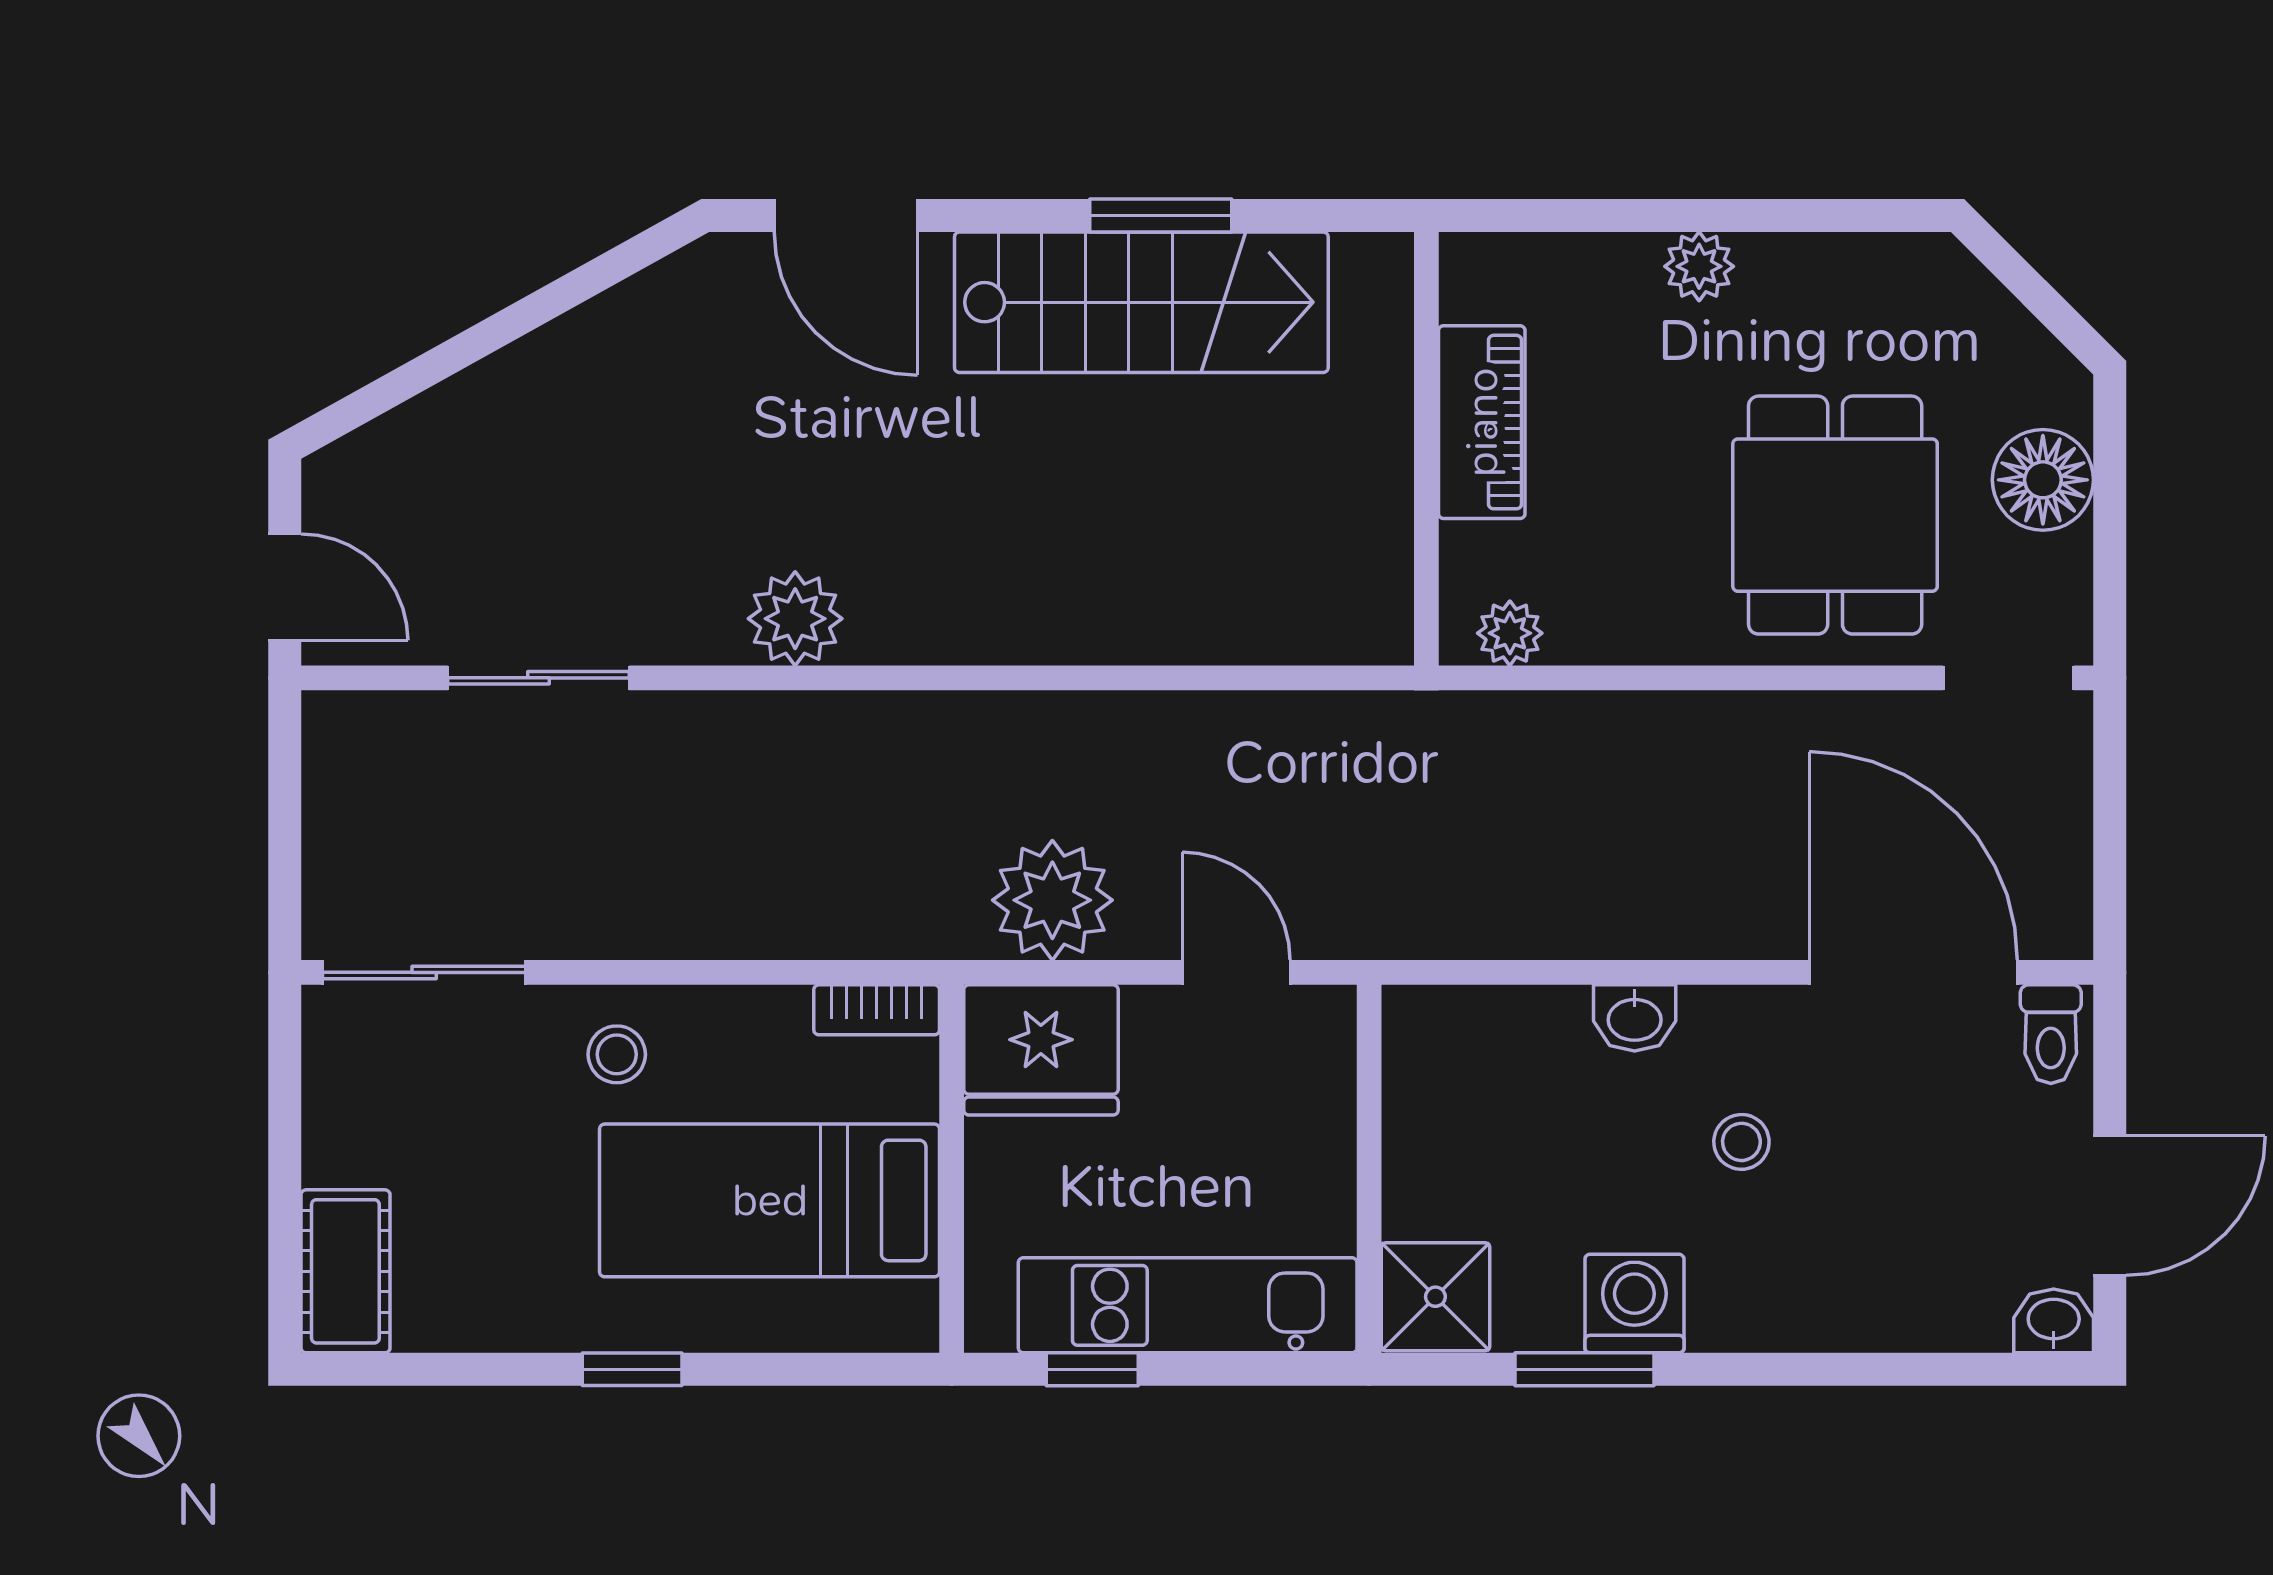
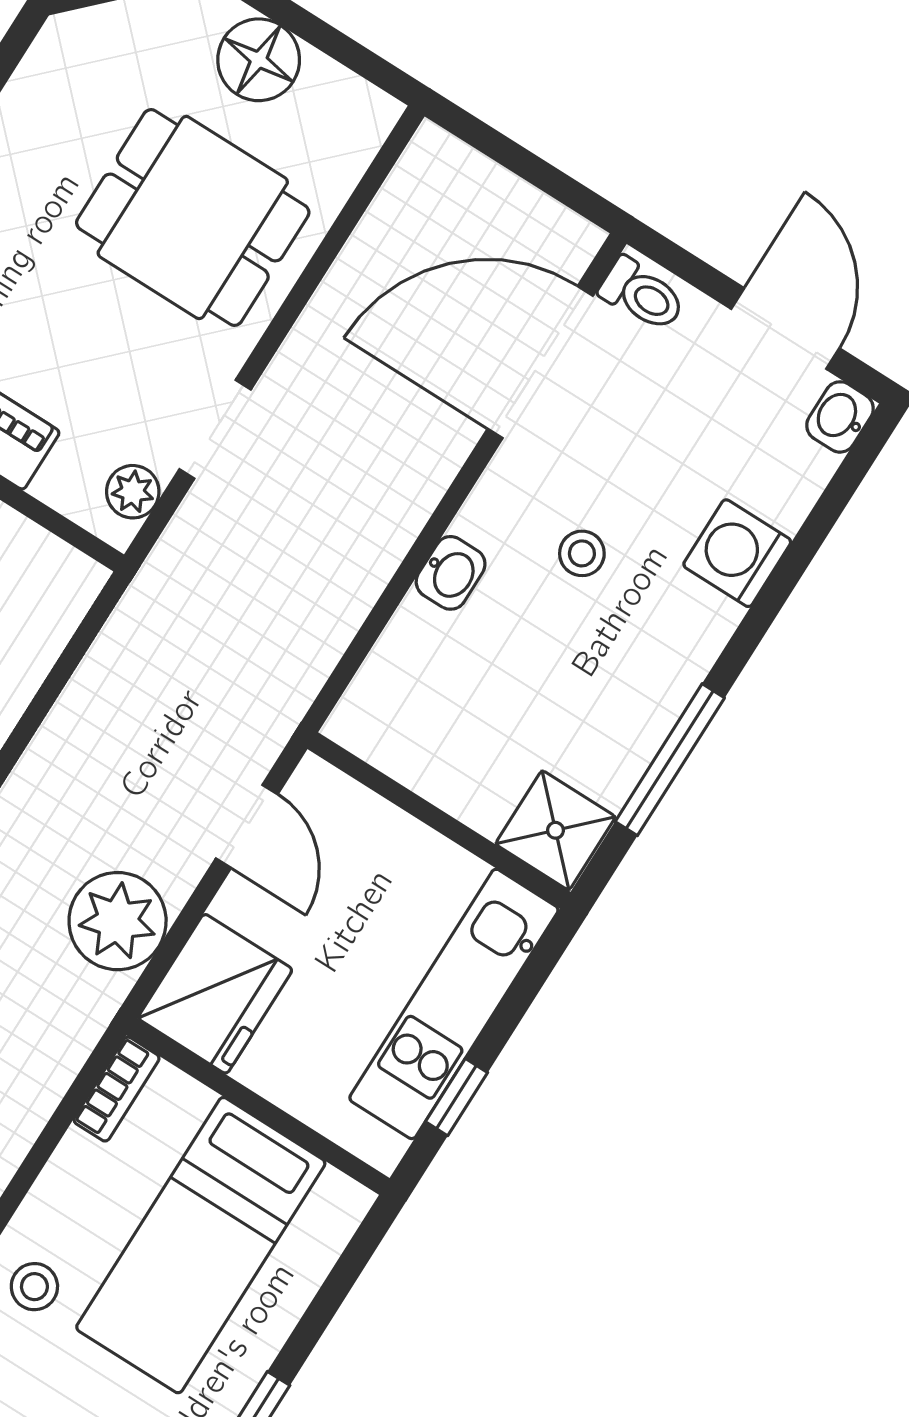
doorway: (2008, 678) -> (215, 429), moved
door: (1236, 972) -> (247, 826), swing flipped
washing machine: (1634, 1304) -> (737, 553), moved
window: (1584, 1369) -> (670, 760), width x1.44

